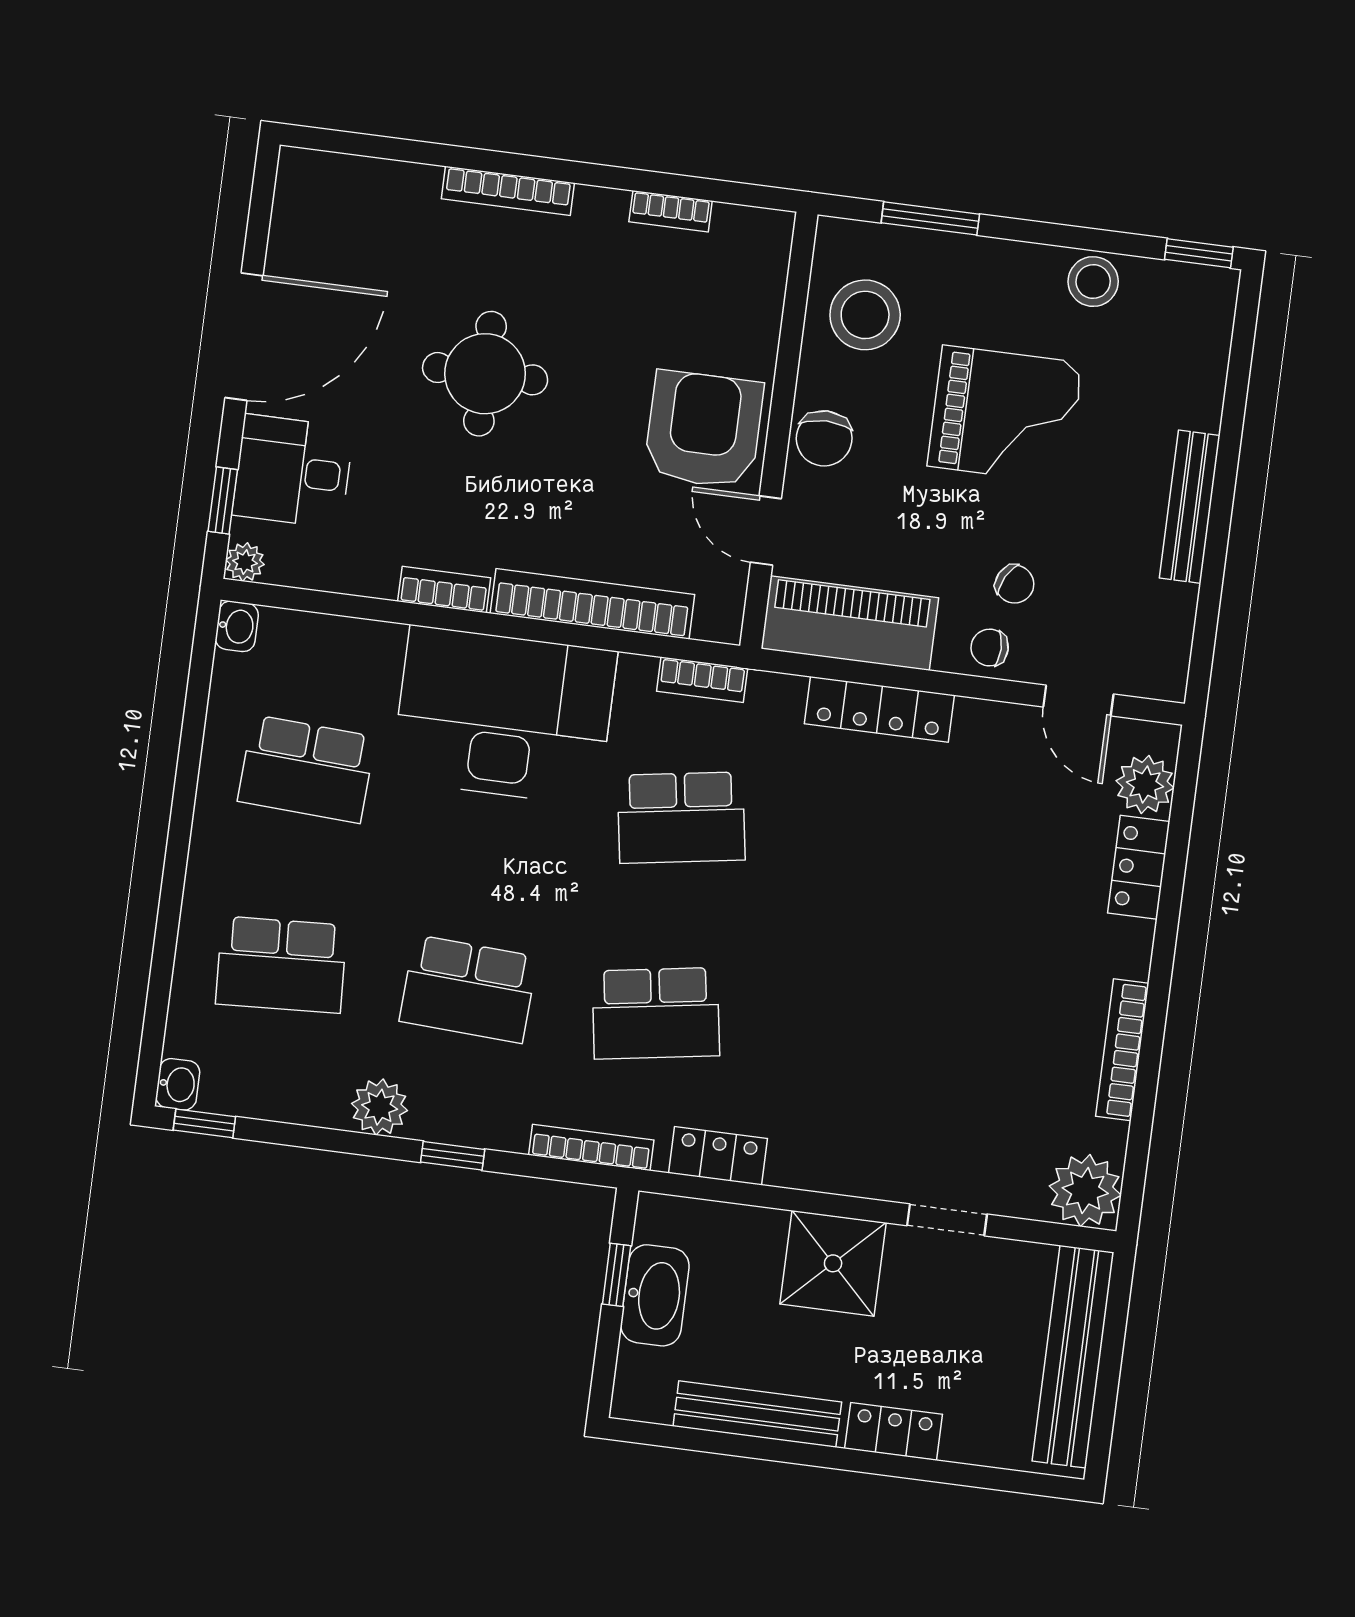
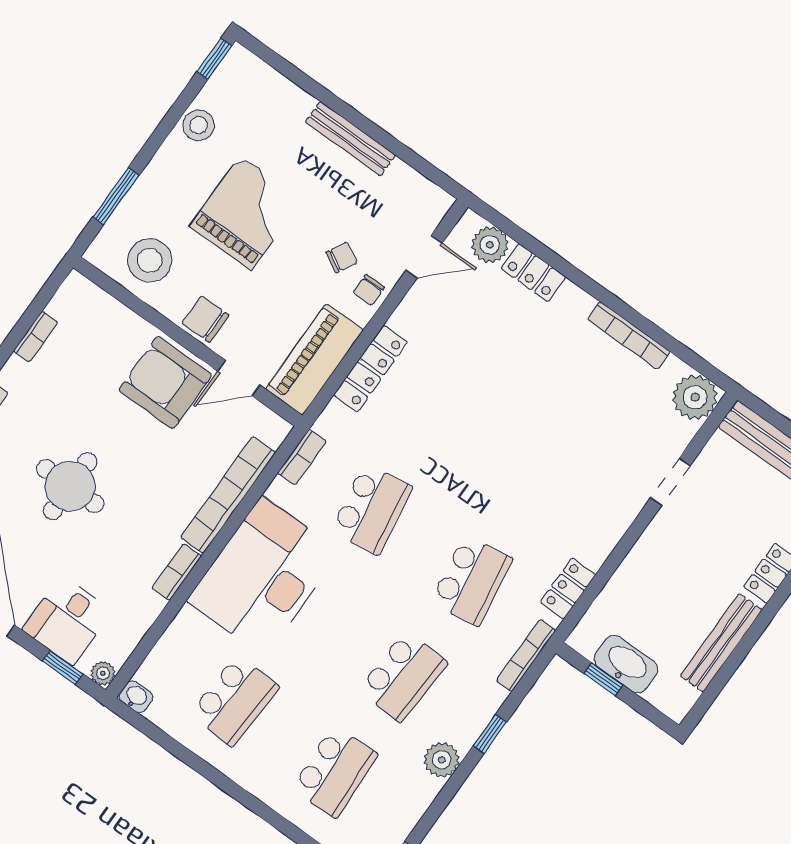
chair: (824, 438) -> (205, 319), turned 180
shower: (833, 1263) -> (661, 557), removed

